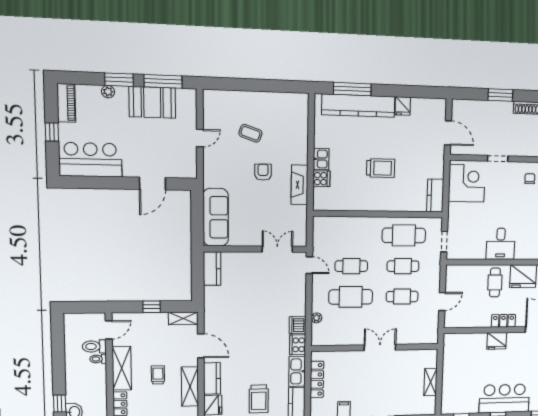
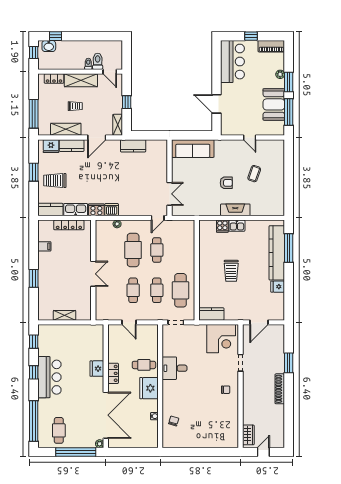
fireplace: (299, 185) -> (235, 210), moved
kitchen counter: (212, 269) -> (133, 146), moved

